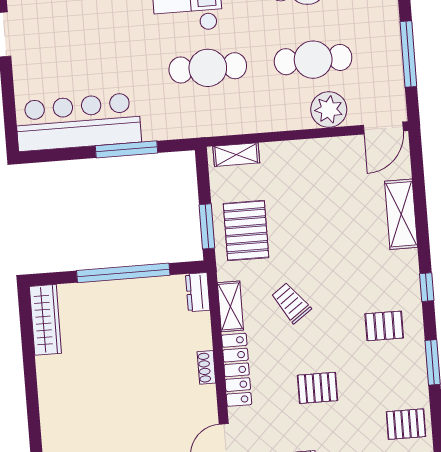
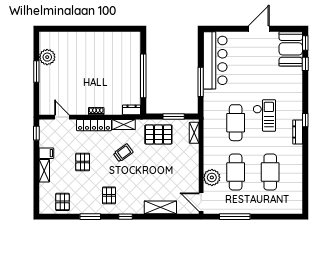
window: (207, 226) -> (174, 116), moved
wardrobe: (45, 320) -> (124, 38), removed

